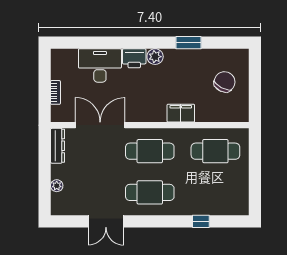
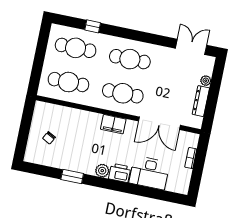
chair: (225, 82) -> (49, 138), width x0.54, depth x0.54
filing cabinet: (181, 113) -> (113, 124), moved
dresser: (58, 146) -> (201, 101), moved
cafe table: (215, 192) -> (76, 48), added
double door: (106, 221) -> (191, 47), moved

